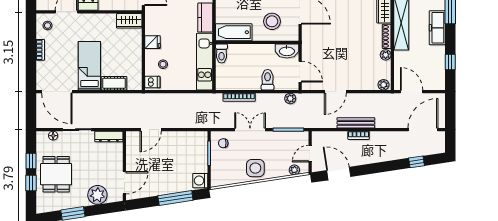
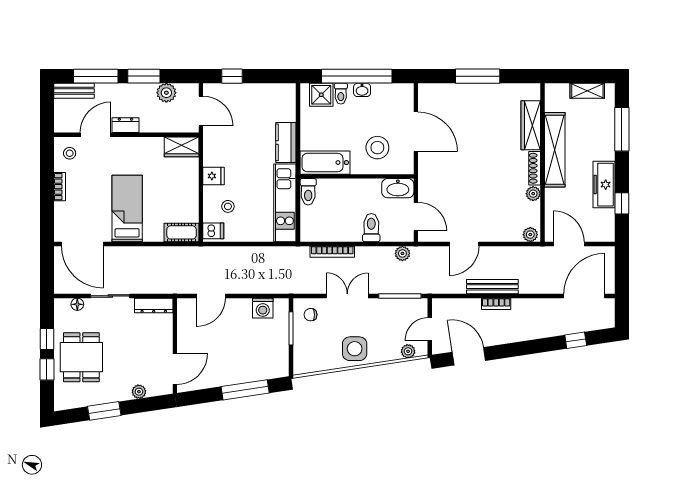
freezer: (437, 28) -> (604, 185), moved
cot: (114, 83) -> (182, 232), moved
washing machine: (200, 181) -> (263, 308), moved, turned -90
plant: (97, 195) -> (139, 392), width x0.53, depth x0.53

